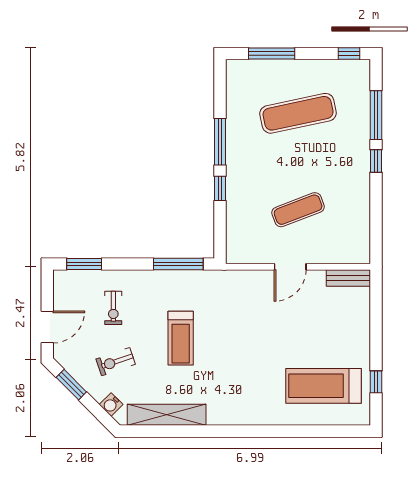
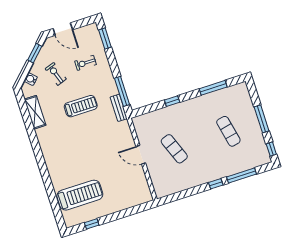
window: (272, 53) -> (262, 119), moved
exercise mat: (298, 113) -> (228, 131), width x0.73, depth x0.69
window: (220, 142) -> (213, 88), moved
bench: (348, 278) -> (119, 108), moved
treadmill: (181, 338) -> (81, 106), turned 180
treadmill: (324, 386) -> (80, 195), turned 90
shelving: (167, 415) -> (35, 112), width x0.68

